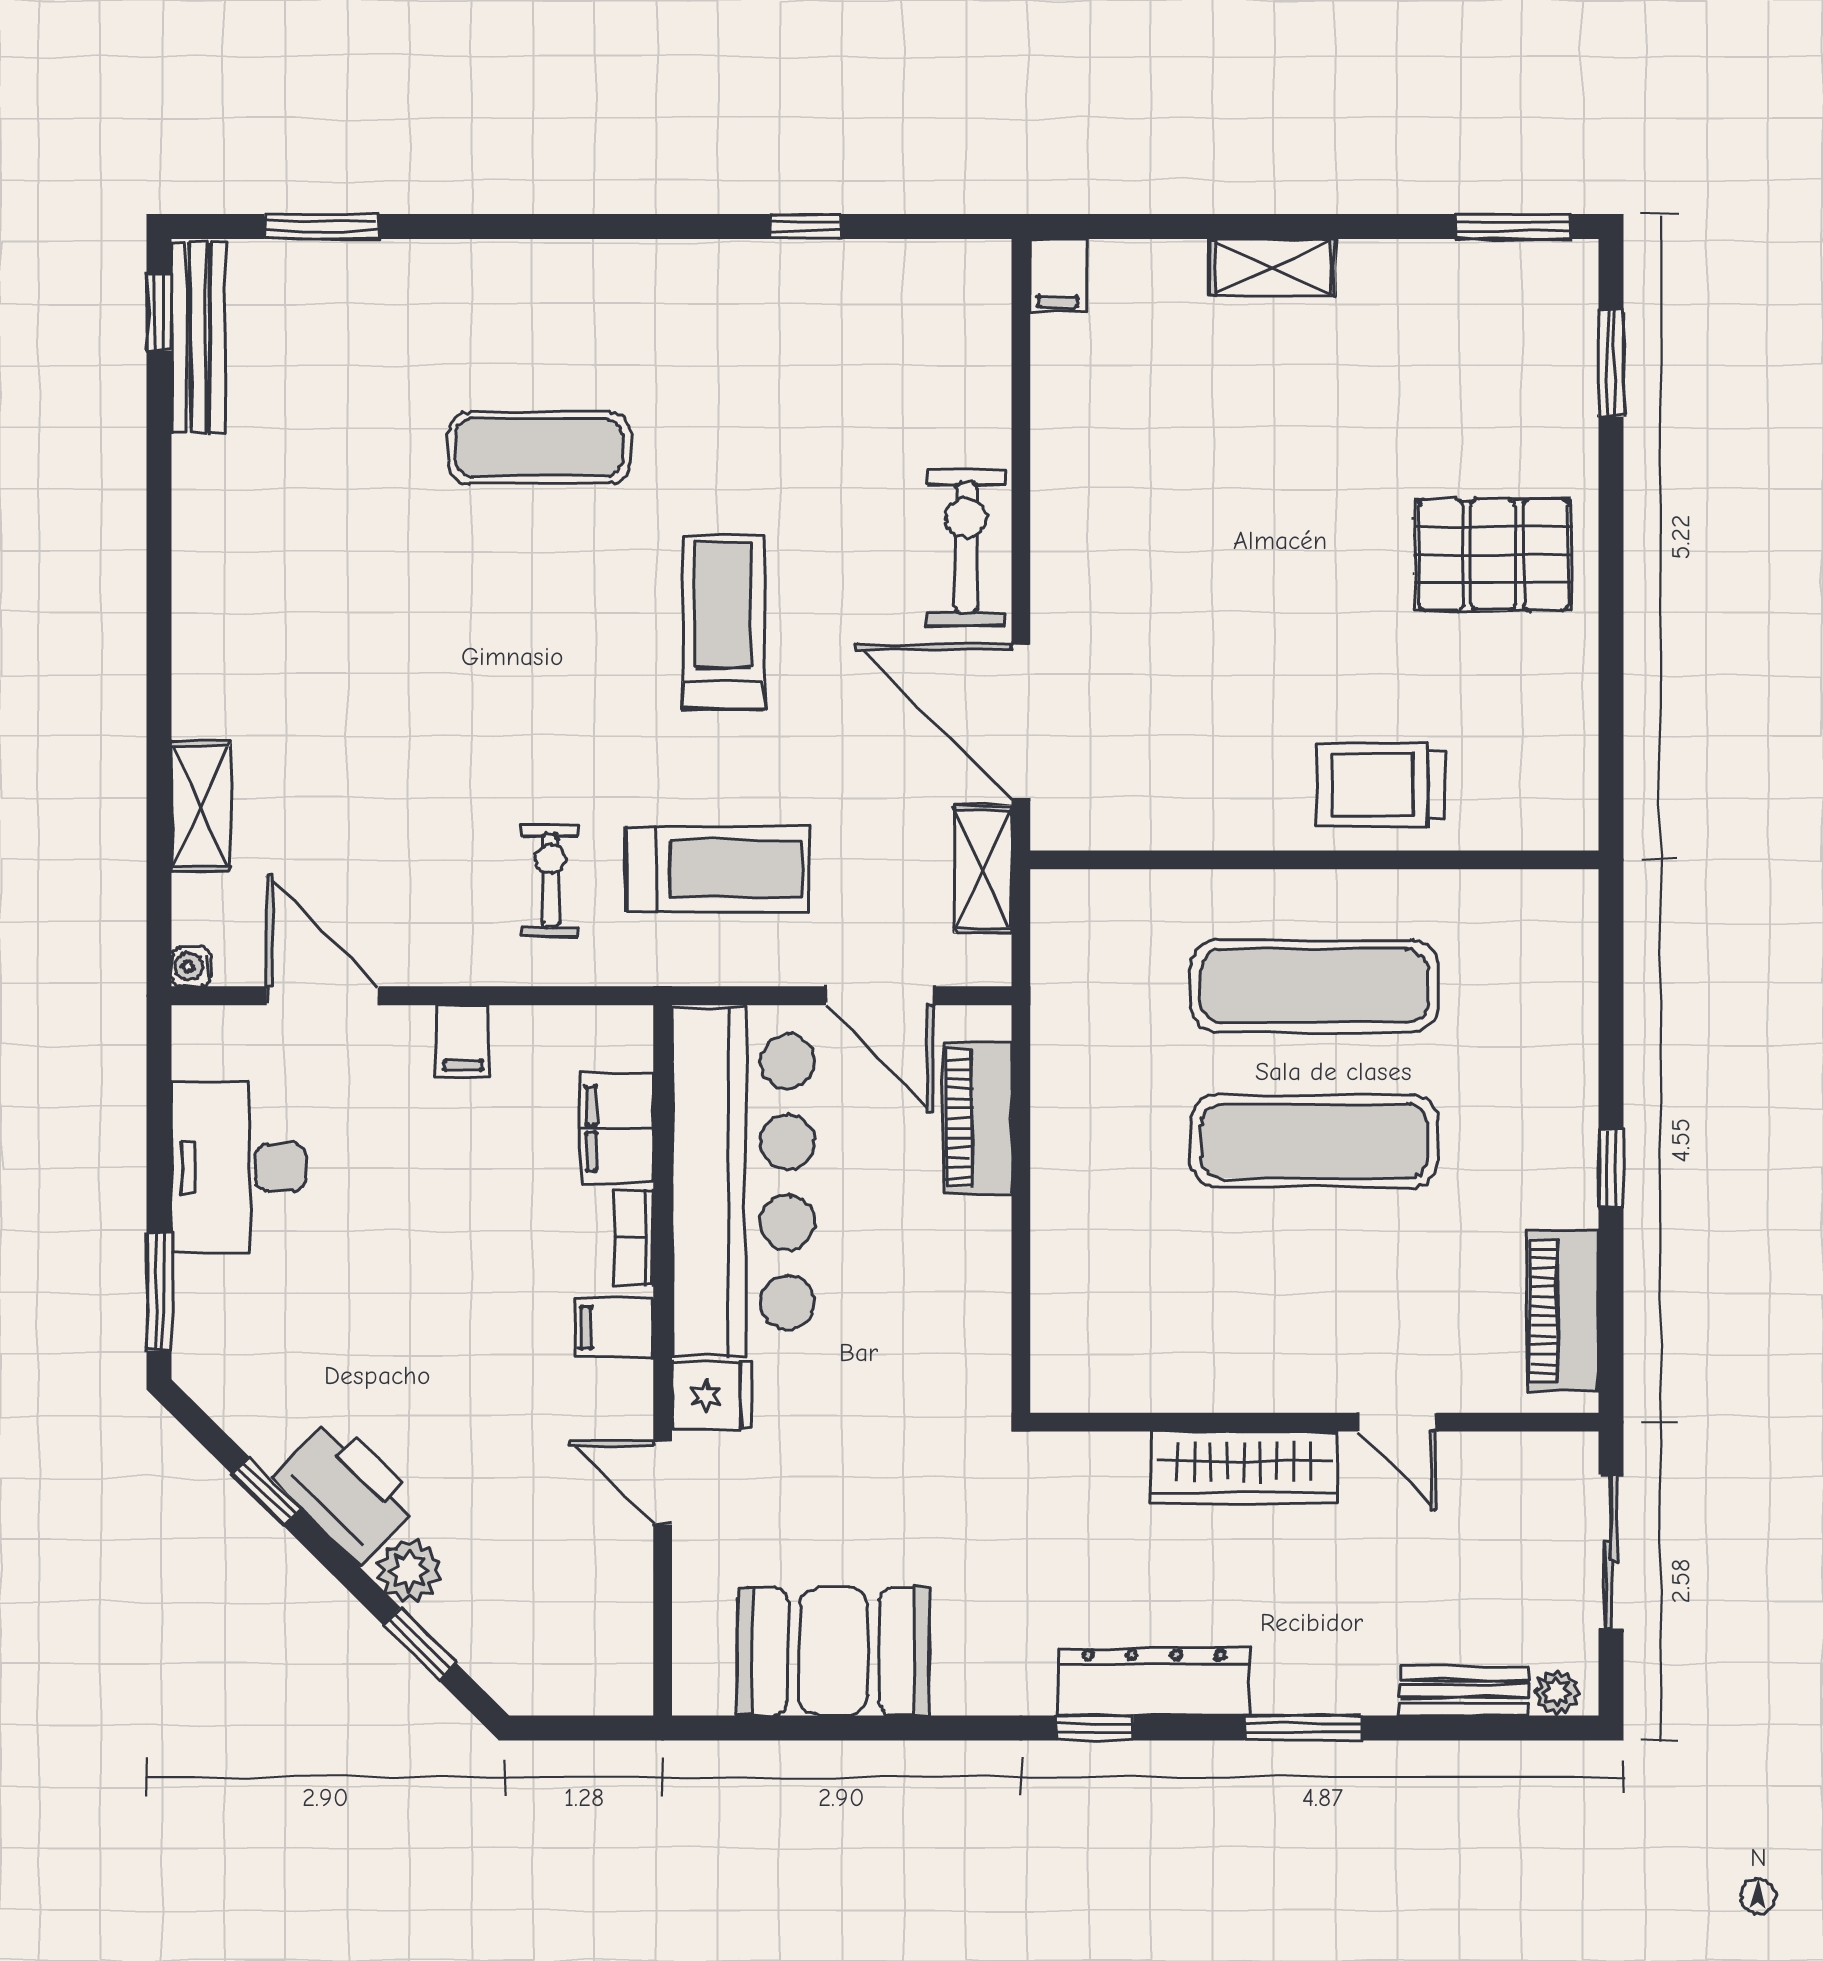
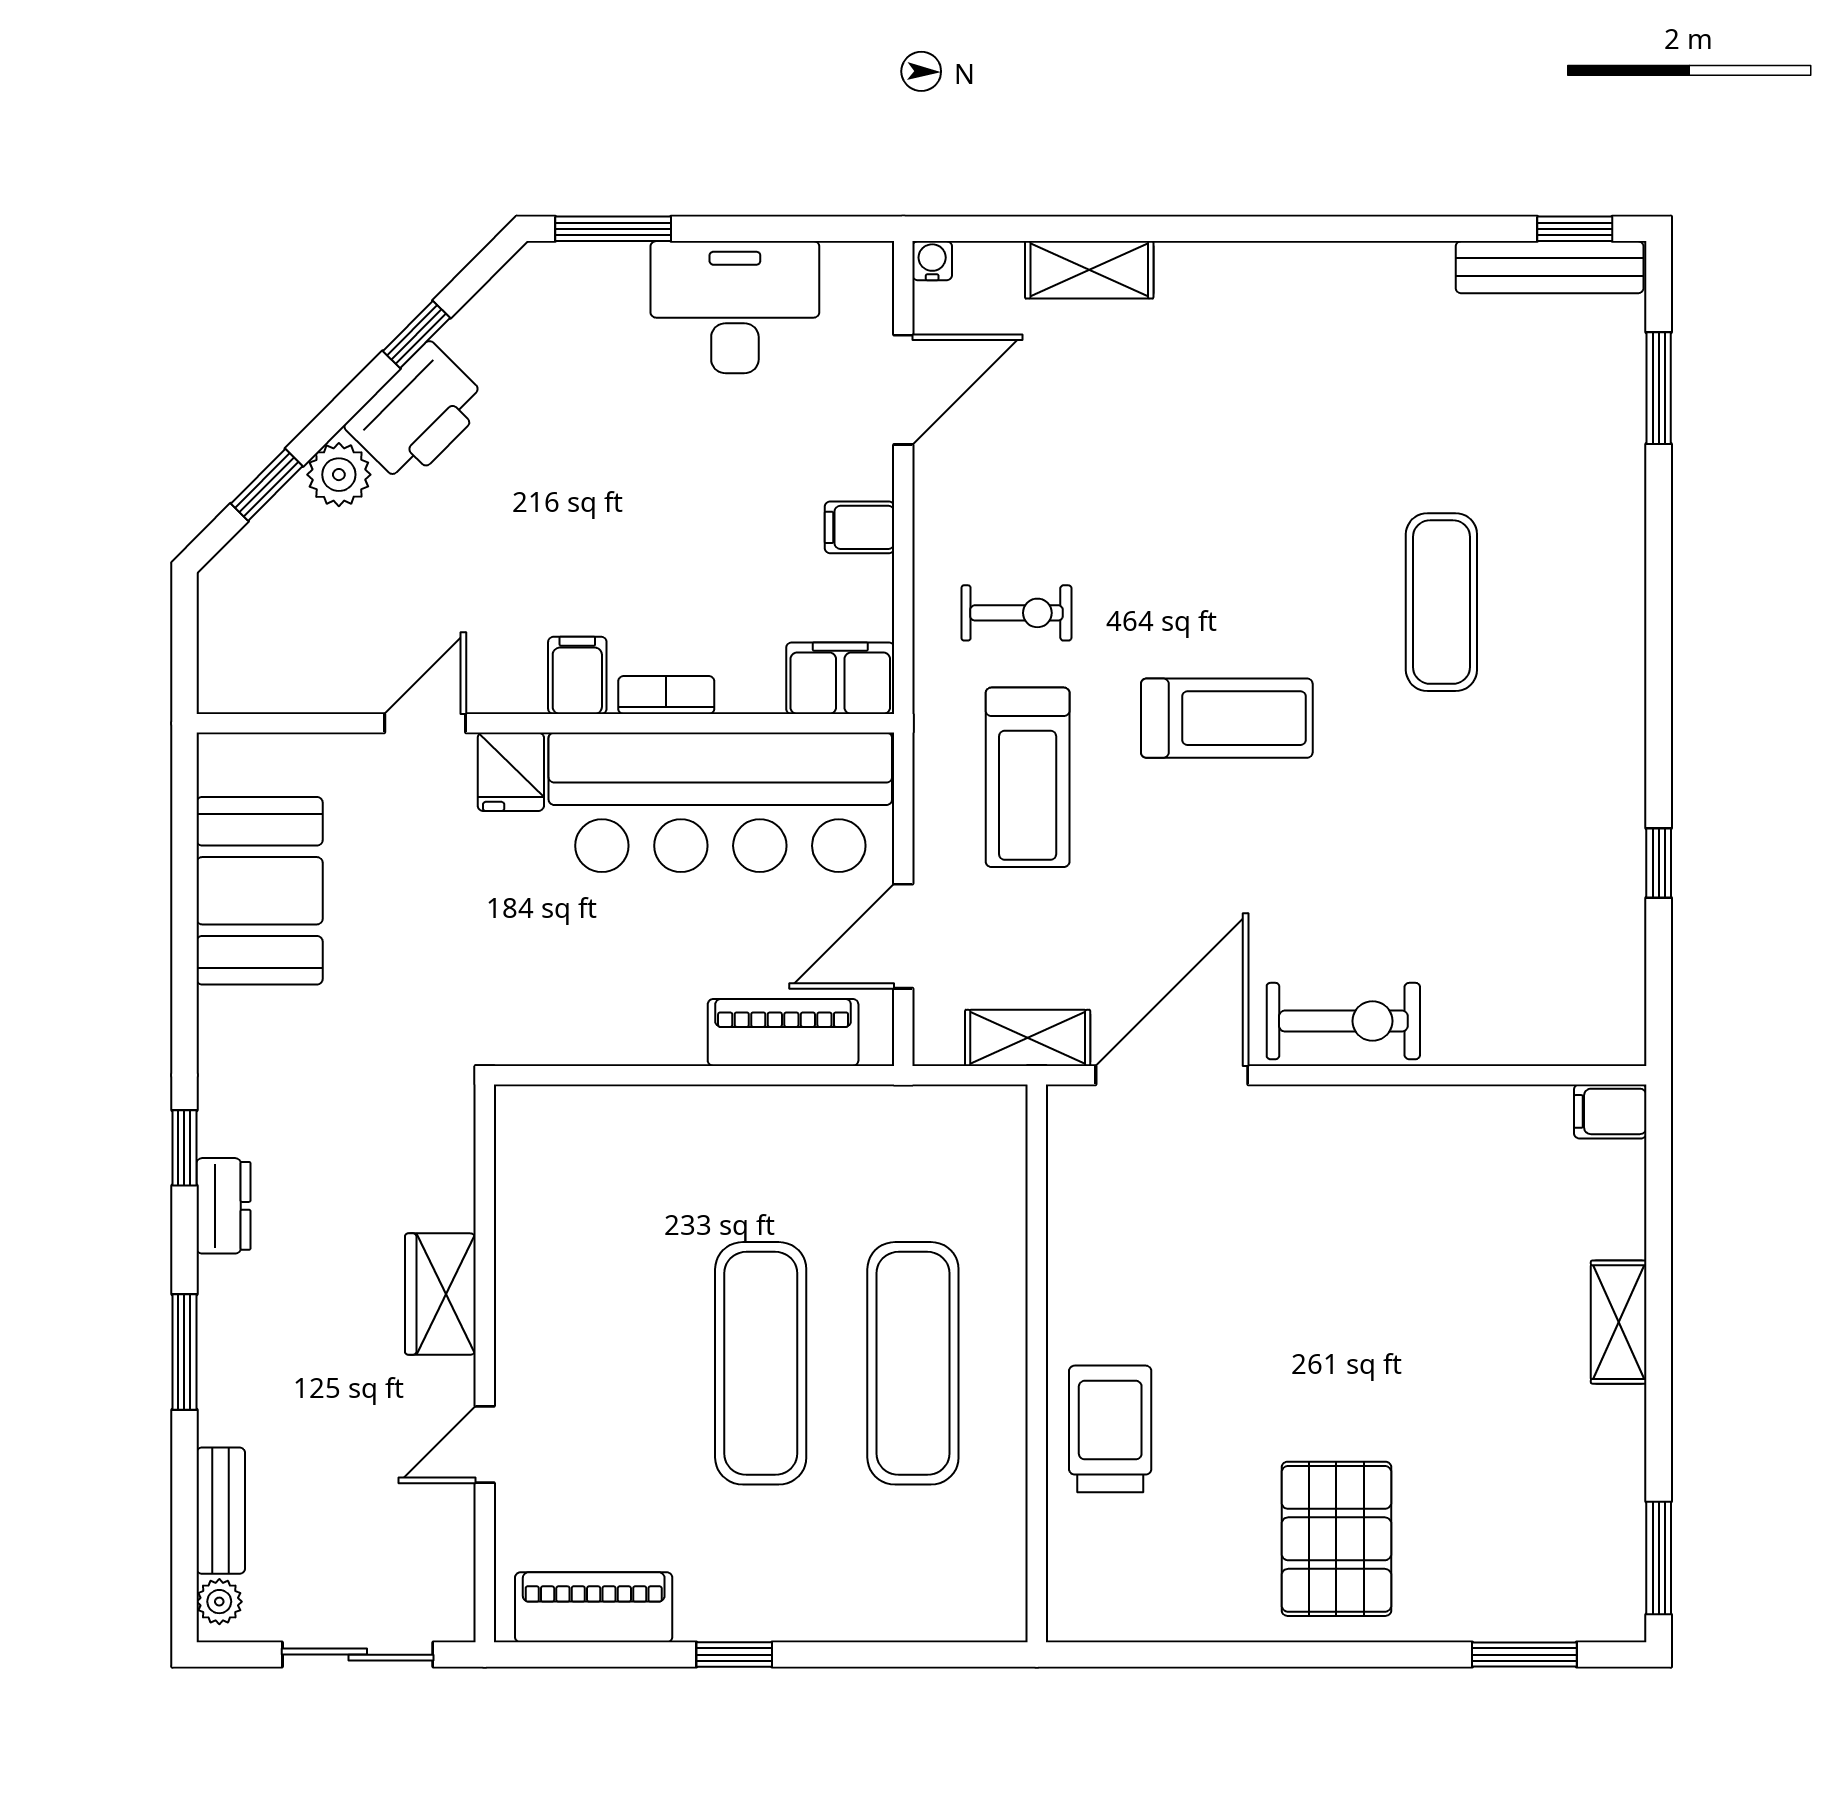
treadmill: (723, 622) -> (1227, 718), moved
filing cabinet: (617, 1129) -> (840, 678), moved
wardrobe: (1244, 1467) -> (440, 1294), width x0.67
dresser: (1154, 1681) -> (223, 1206), width x0.51, depth x0.80

